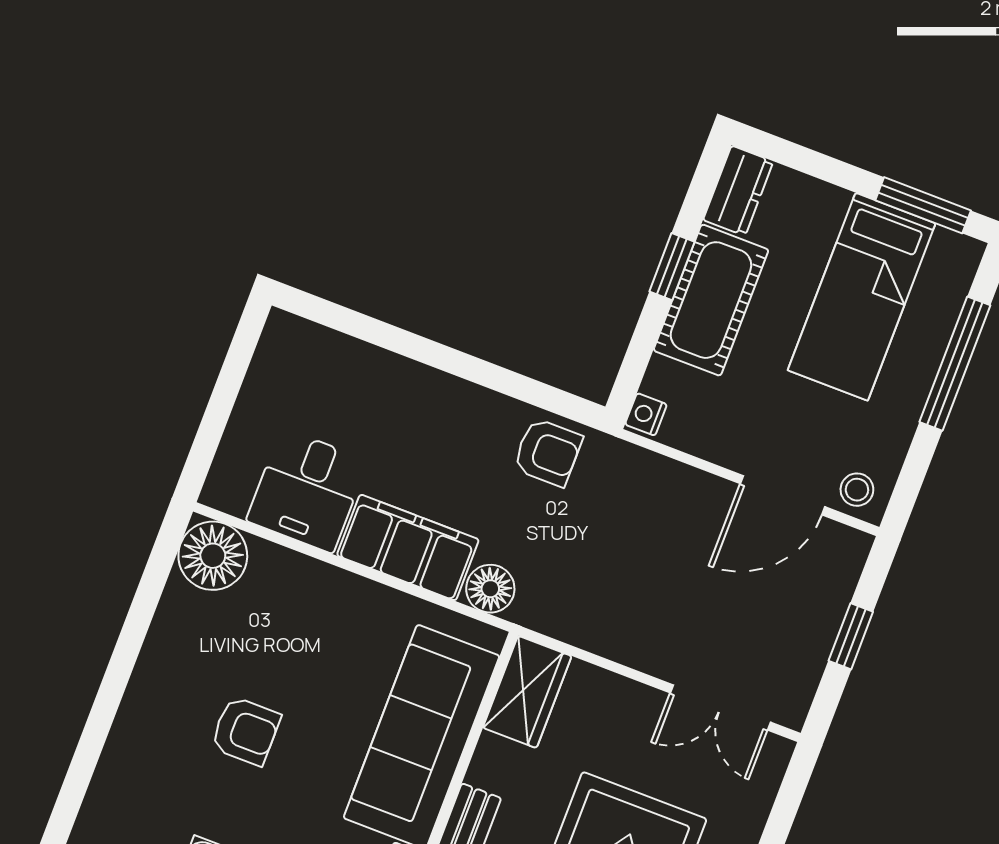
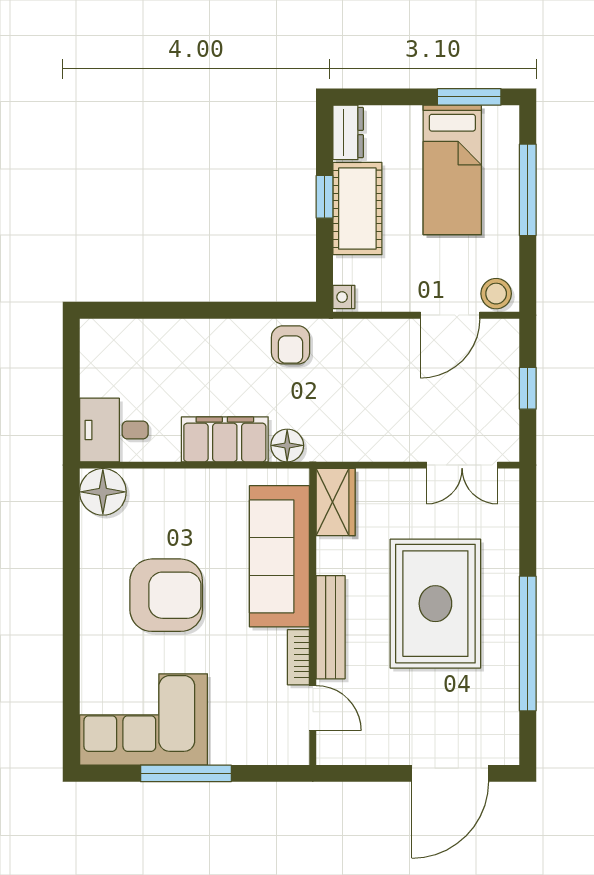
armchair: (548, 452) -> (290, 345), turned 90
desk: (307, 490) -> (114, 430), moved, turned 90
stool: (857, 490) -> (496, 294), width x1.37, depth x1.37
armchair: (246, 731) -> (166, 595), width x1.88, depth x1.88

